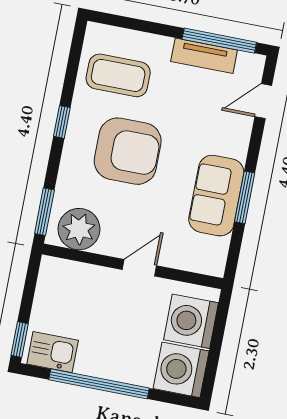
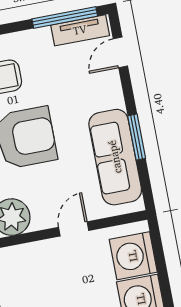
tv unit: (204, 56) -> (80, 30), moved
sofa: (216, 196) -> (115, 157), width x1.36

